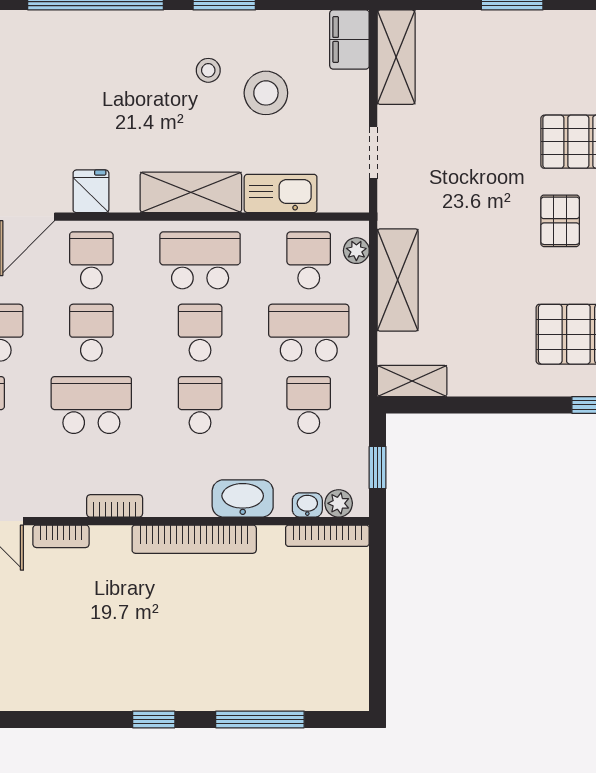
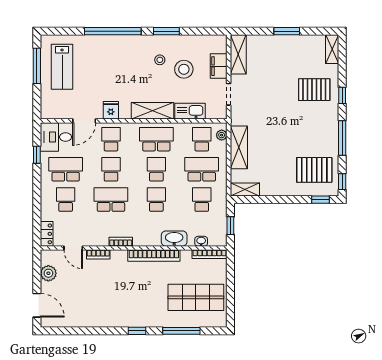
filing cabinet: (349, 39) -> (219, 66), moved
pallet: (560, 221) -> (307, 123), removed
plant: (339, 503) -> (214, 241), removed
shop shelf: (295, 639) -> (196, 297), added

